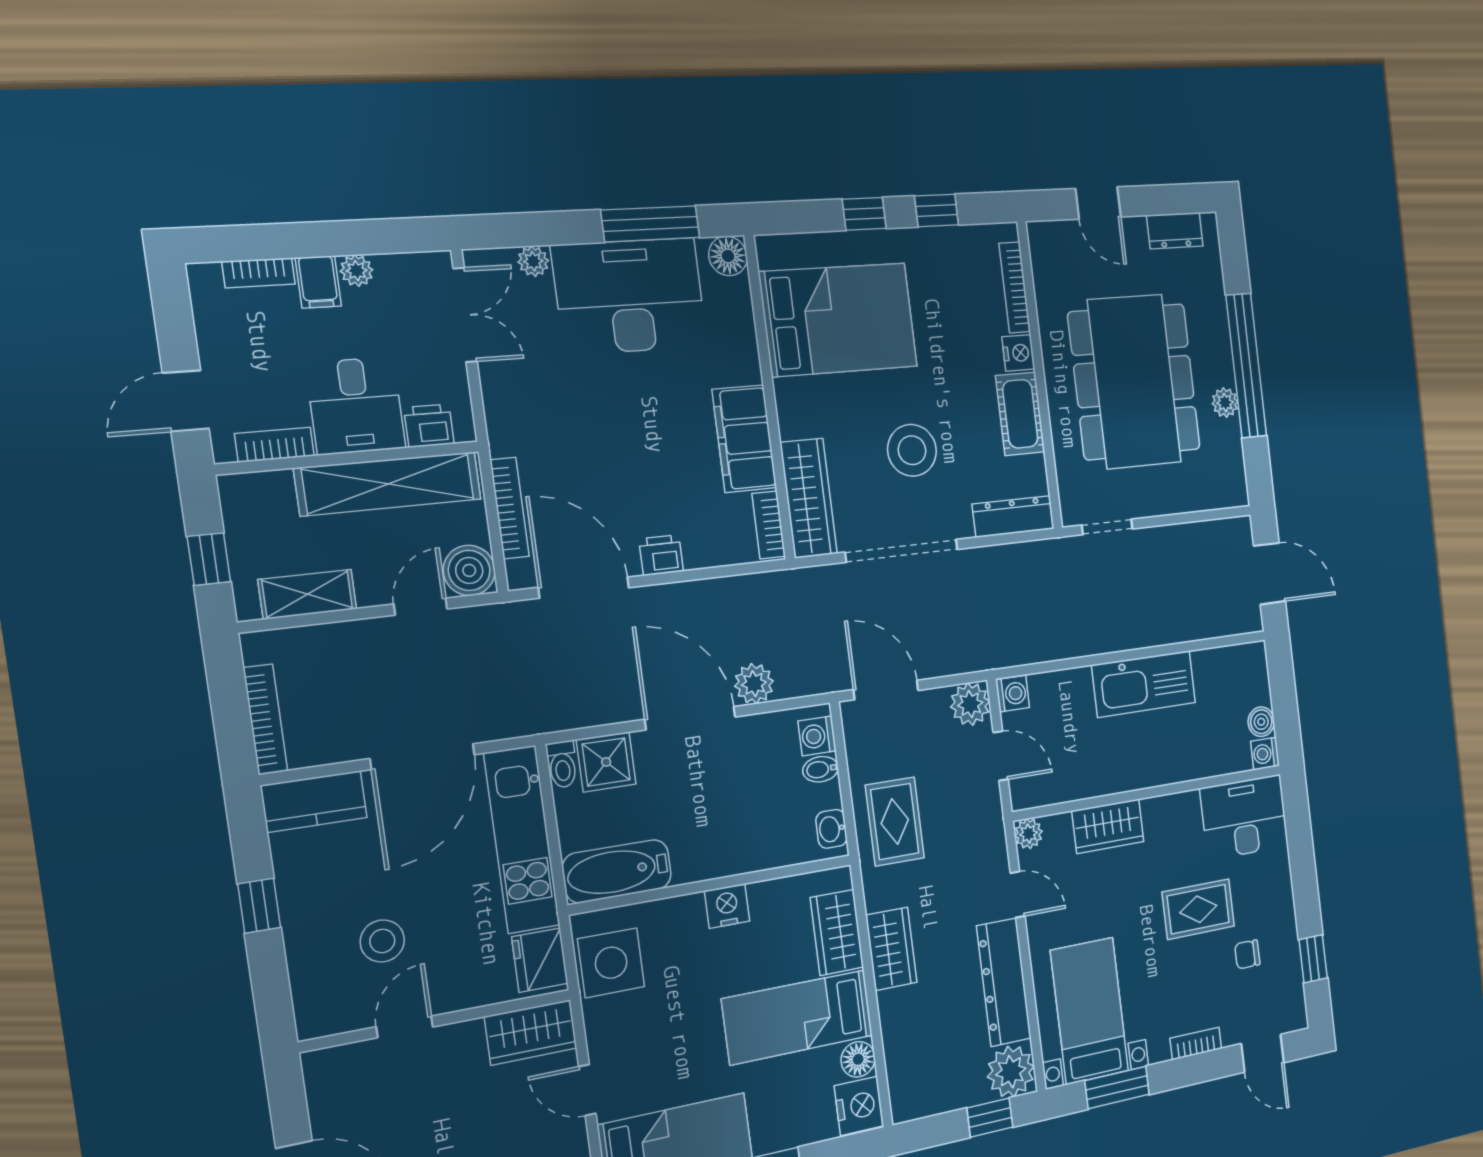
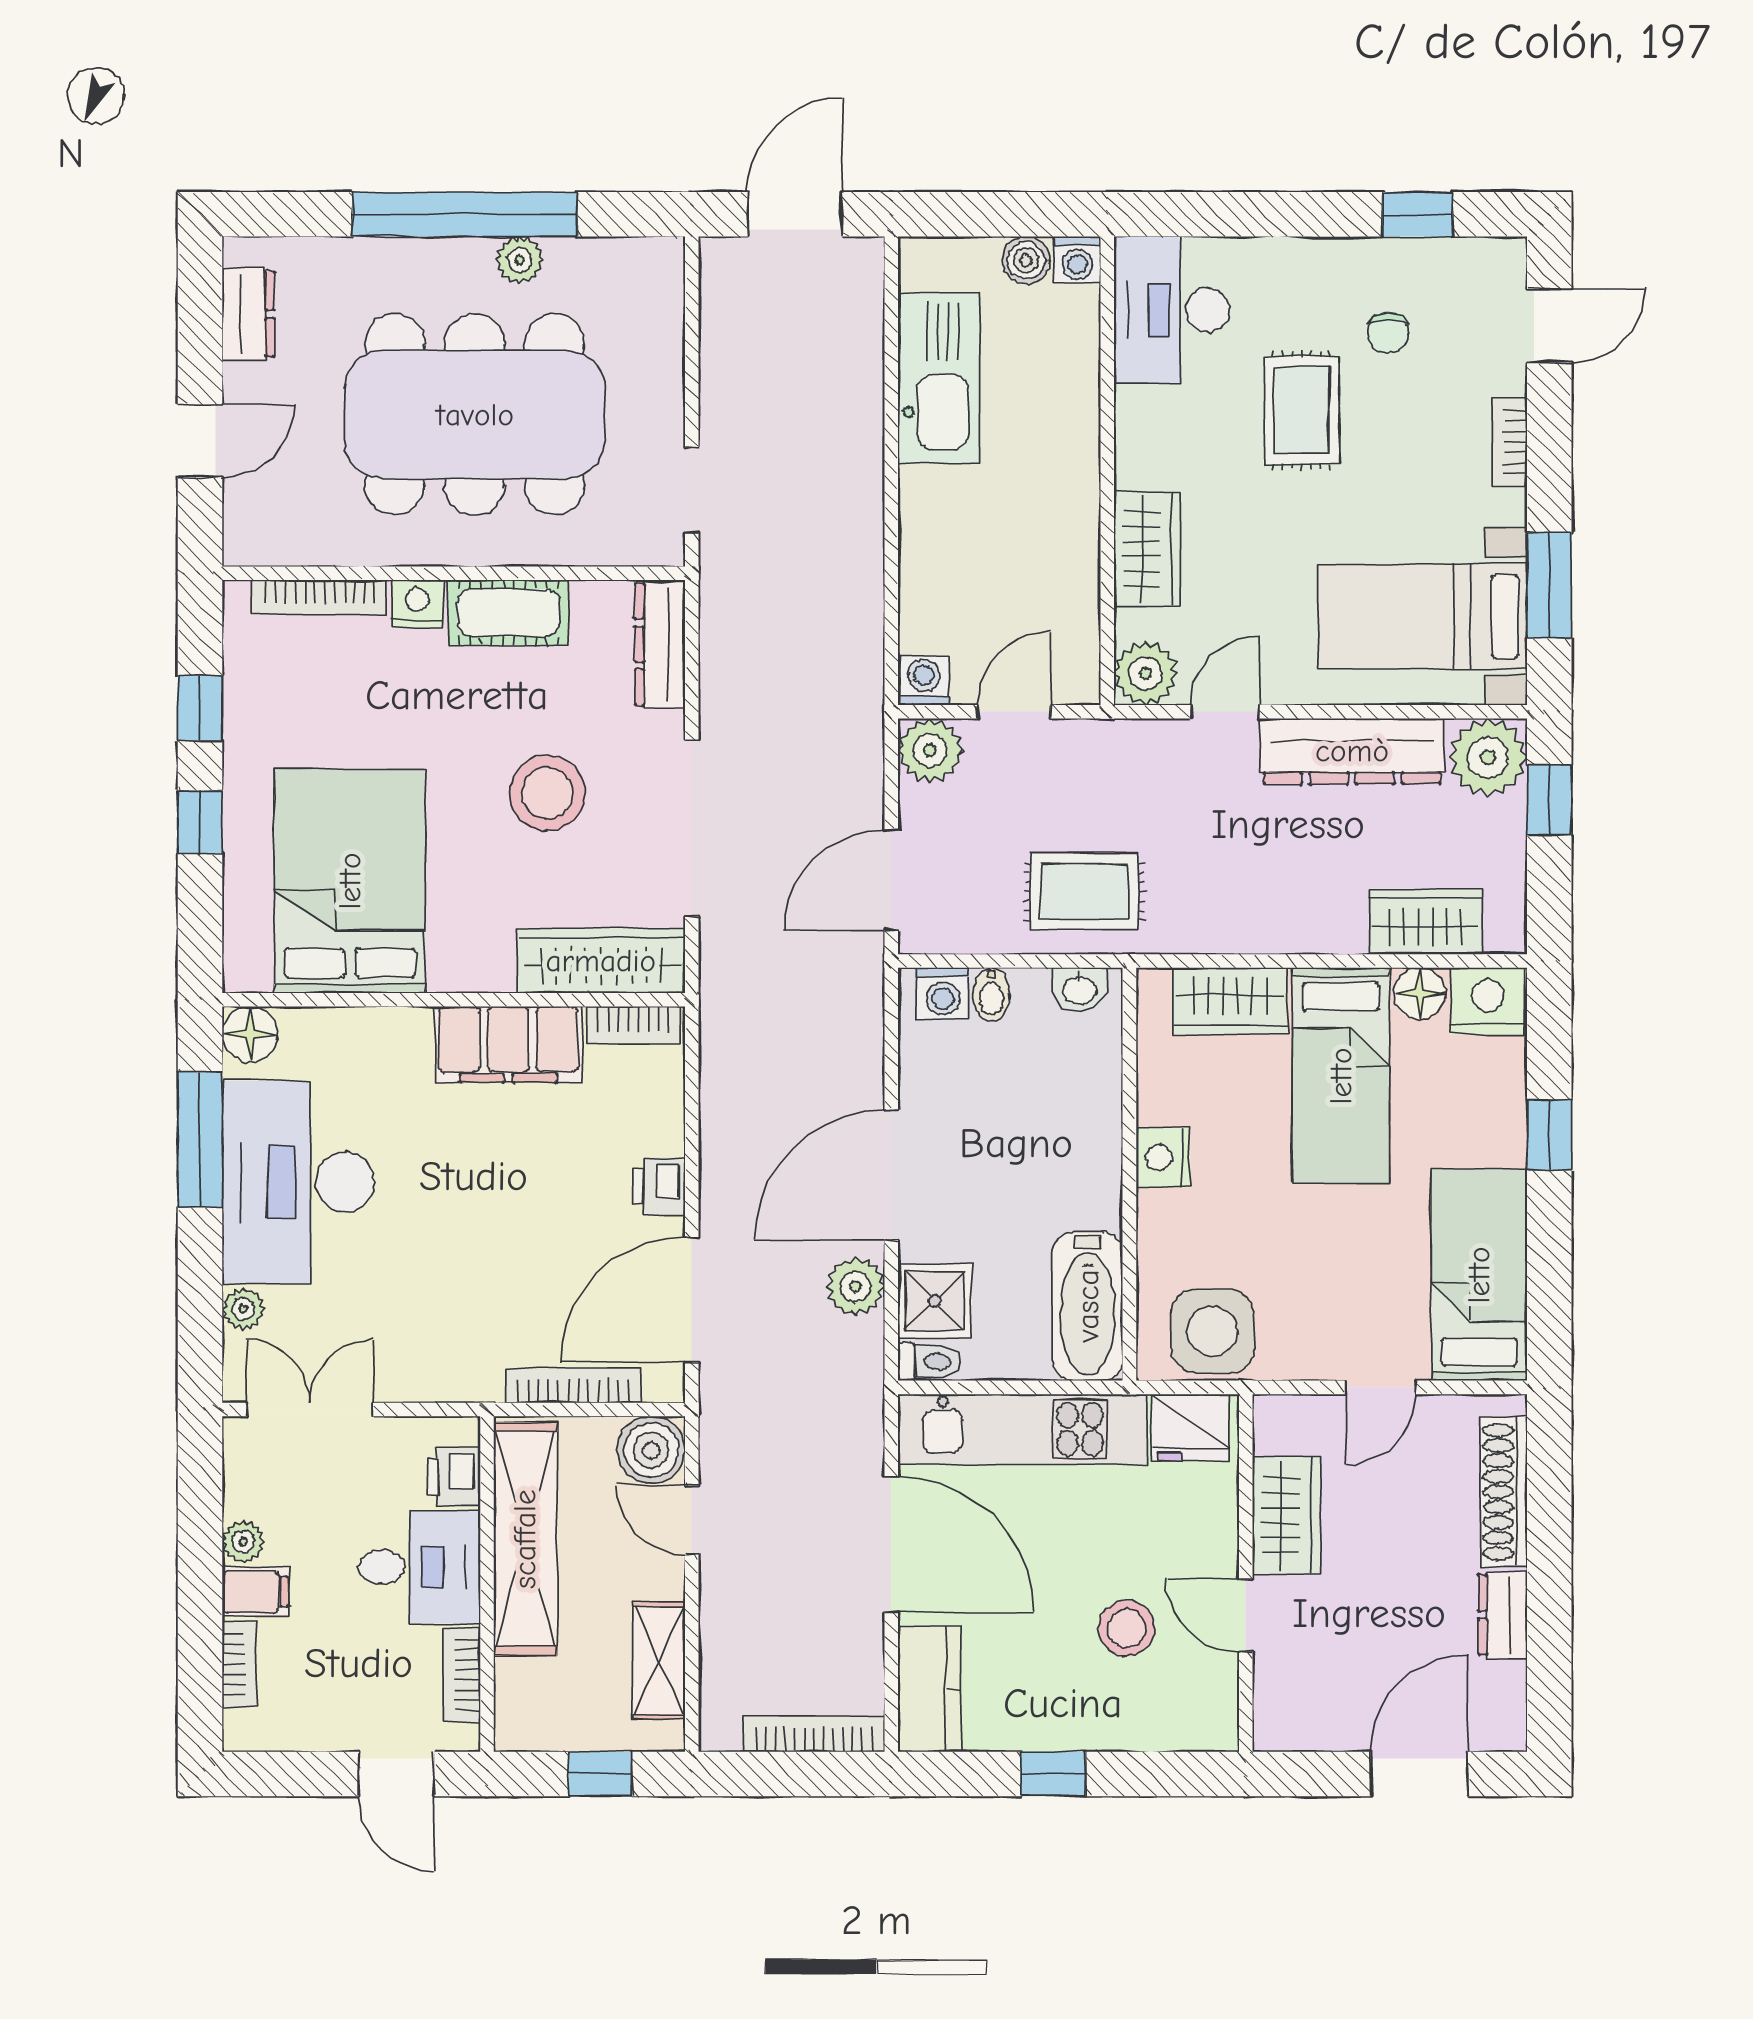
plant: (754, 684) -> (855, 1287), moved
kitchen sink: (1144, 684) -> (939, 378), moved
plant: (1028, 834) -> (1146, 673), width x1.38, depth x1.38
wardrobe: (891, 949) -> (1425, 921), moved
wardrobe: (531, 1032) -> (1286, 1515), moved

